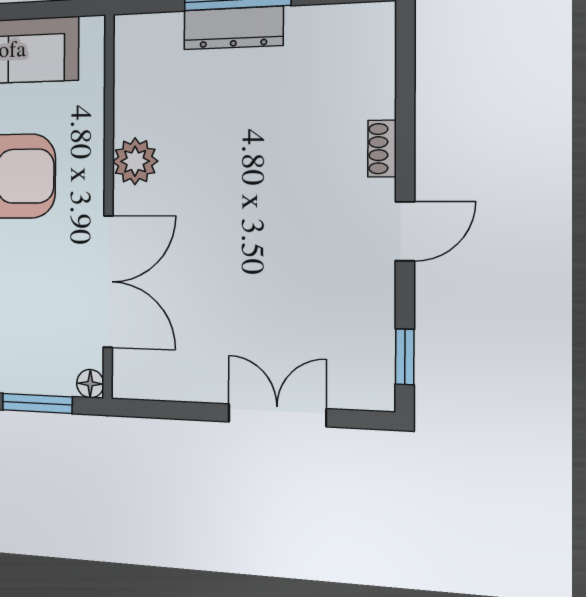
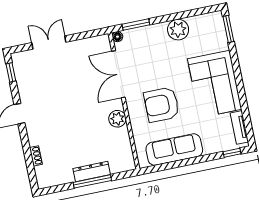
shoe rack: (382, 149) -> (36, 156), moved
double door: (277, 415) -> (49, 42), swing flipped

